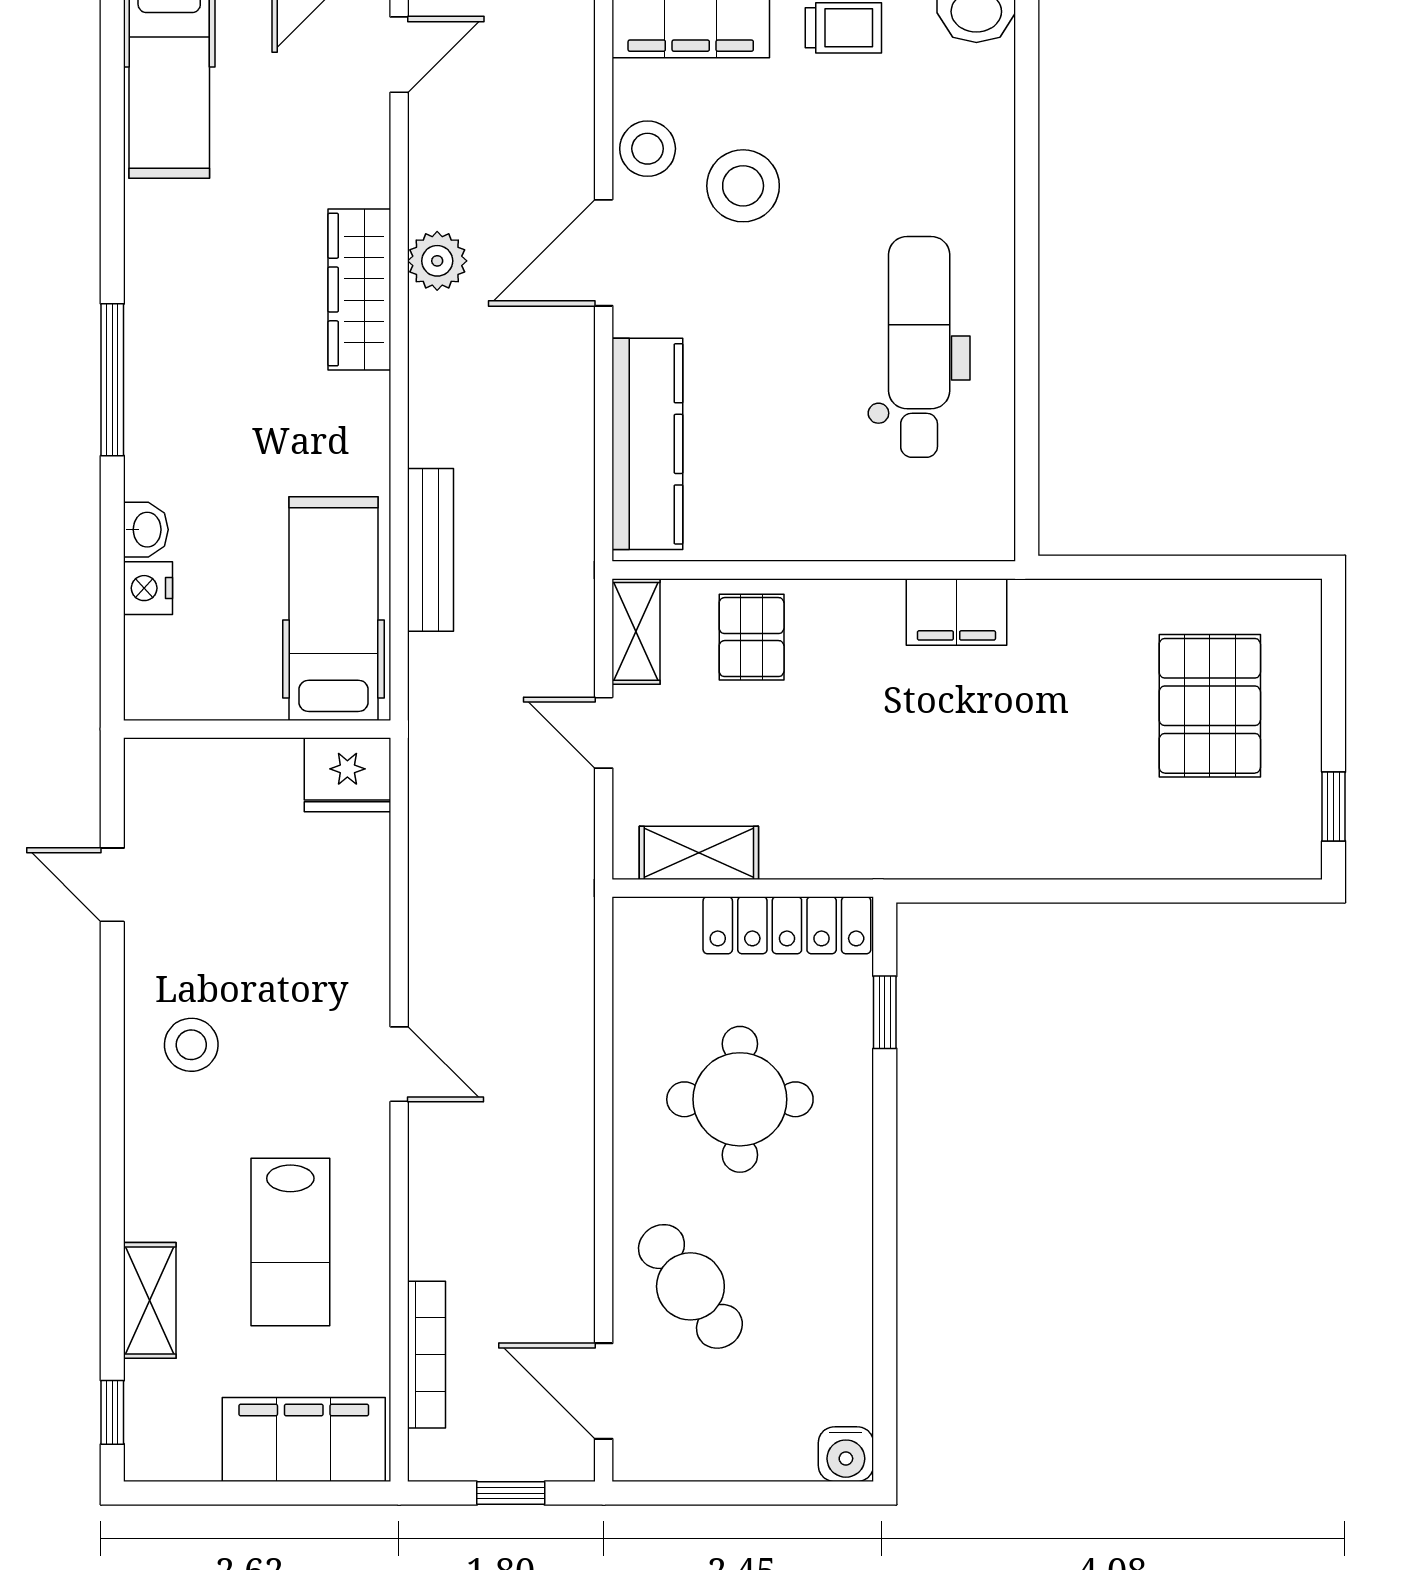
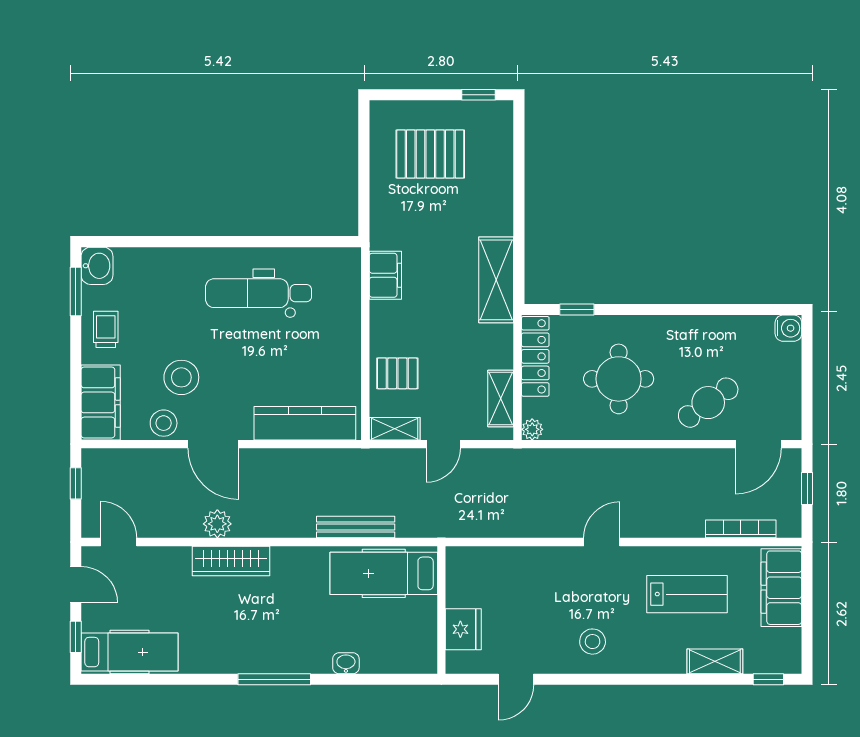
nightstand: (148, 588) -> (374, 662), removed
fridge: (347, 775) -> (463, 629), moved
shelving: (947, 844) -> (496, 280), added
plant: (634, 919) -> (532, 429), added

